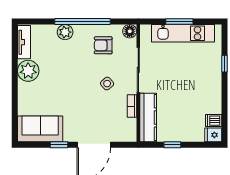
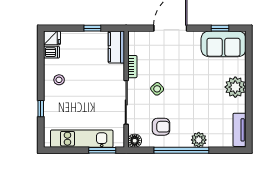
window: (179, 22) -> (102, 150), moved
plant: (28, 71) -> (235, 87), moved
stool: (206, 93) -> (59, 80), added
kitchen counter: (148, 118) -> (116, 47), width x0.67
window: (59, 145) -> (220, 28), moved

